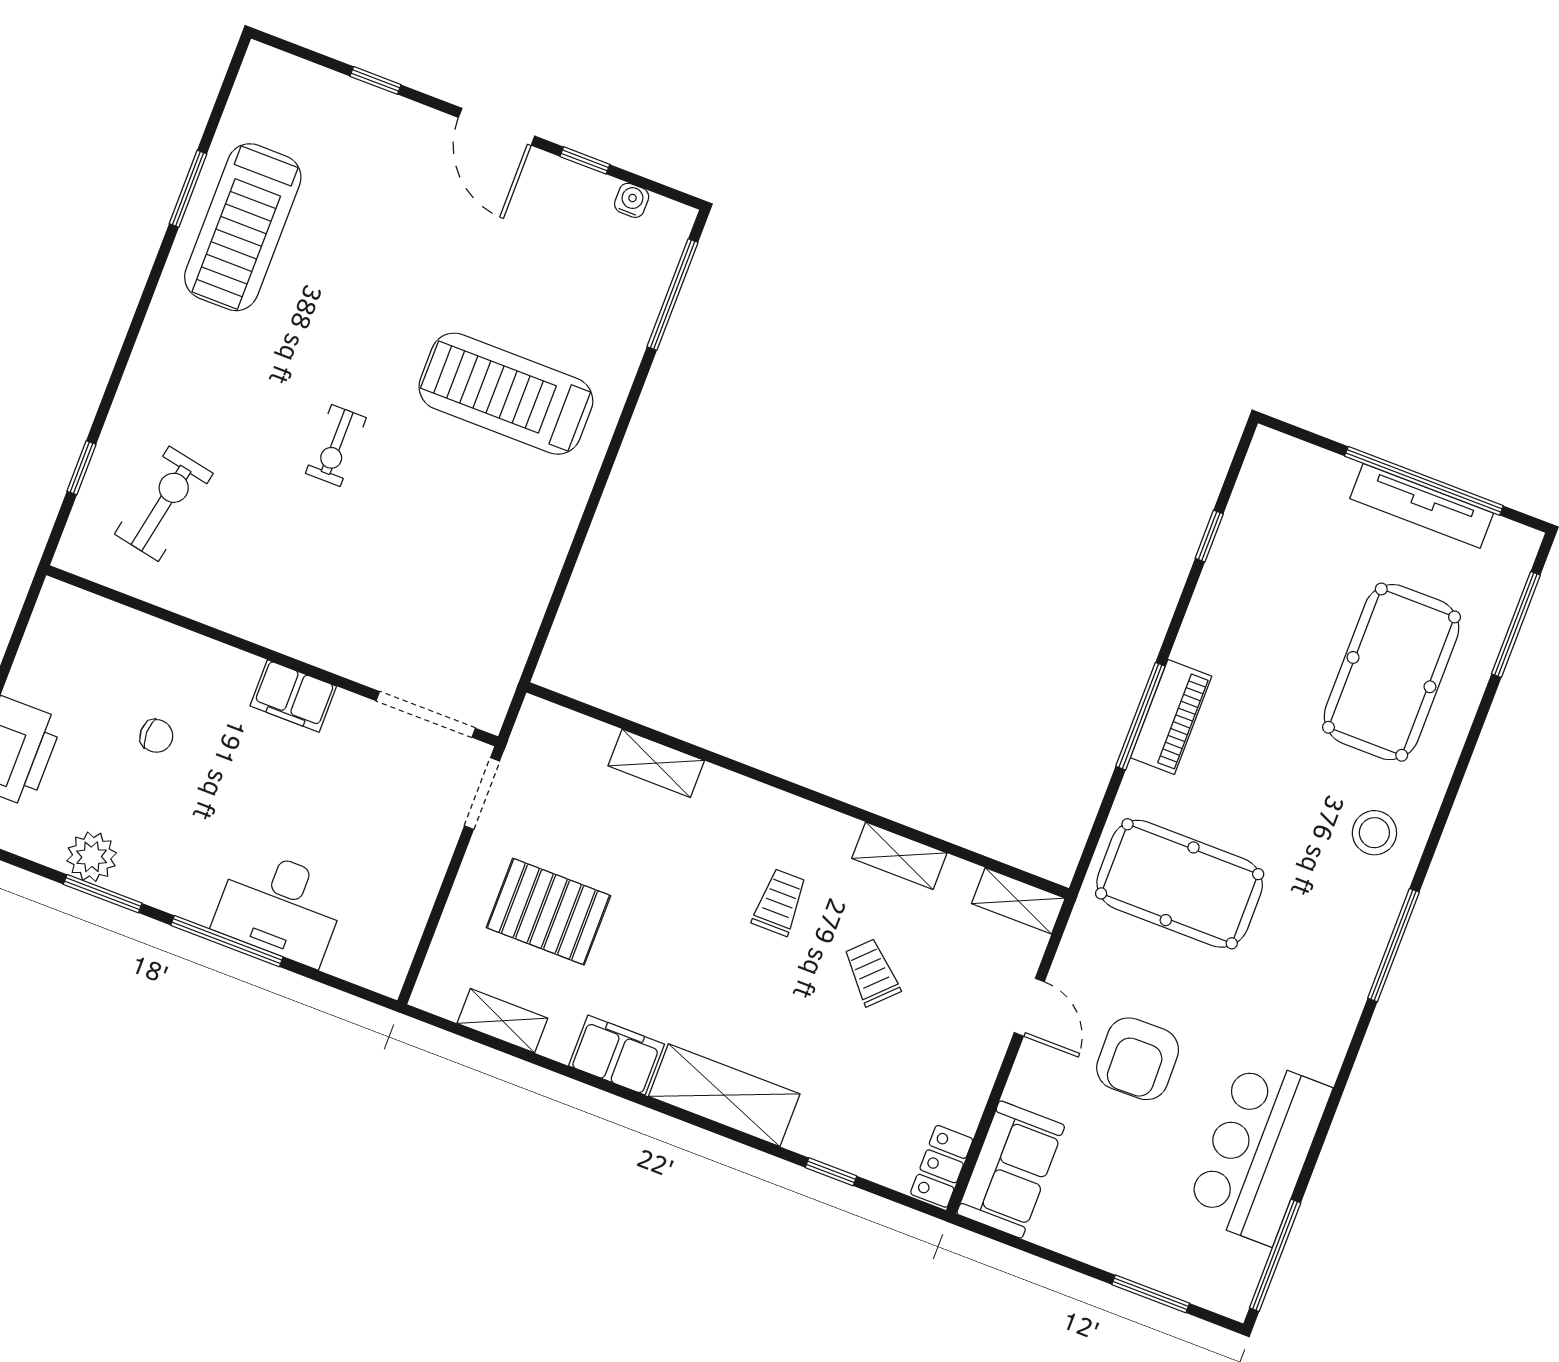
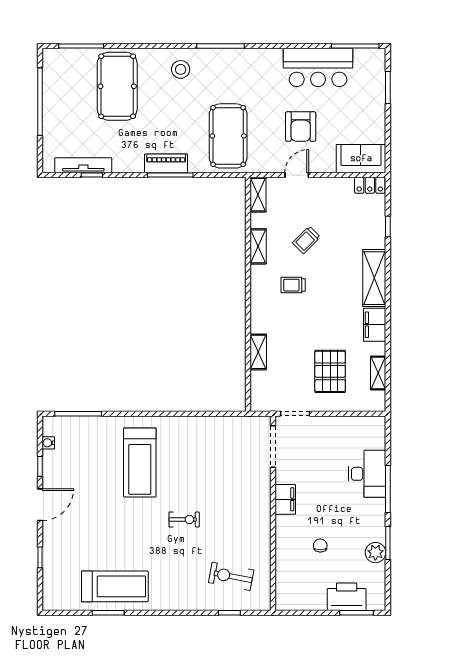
tv unit: (1422, 506) -> (83, 165), moved, turned -90
pool table: (1392, 672) -> (117, 86), turned 90
armchair: (1138, 1059) -> (301, 127), turned 91

